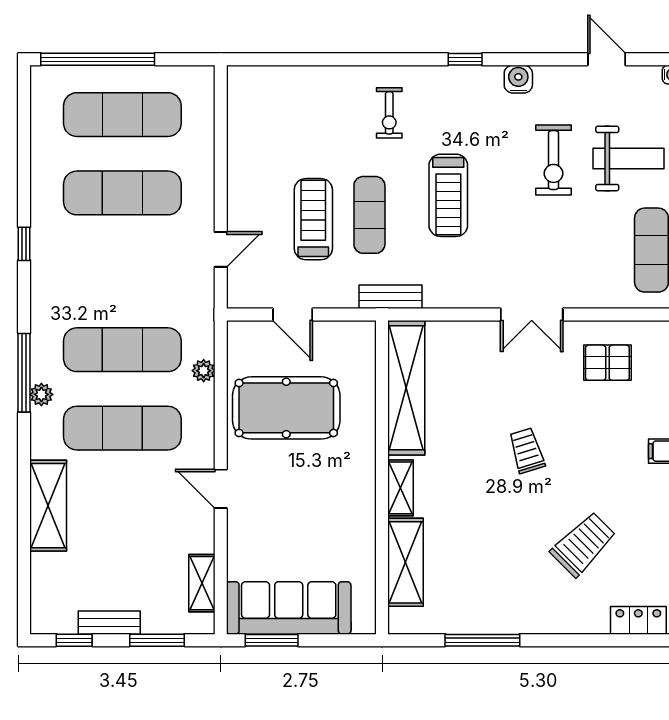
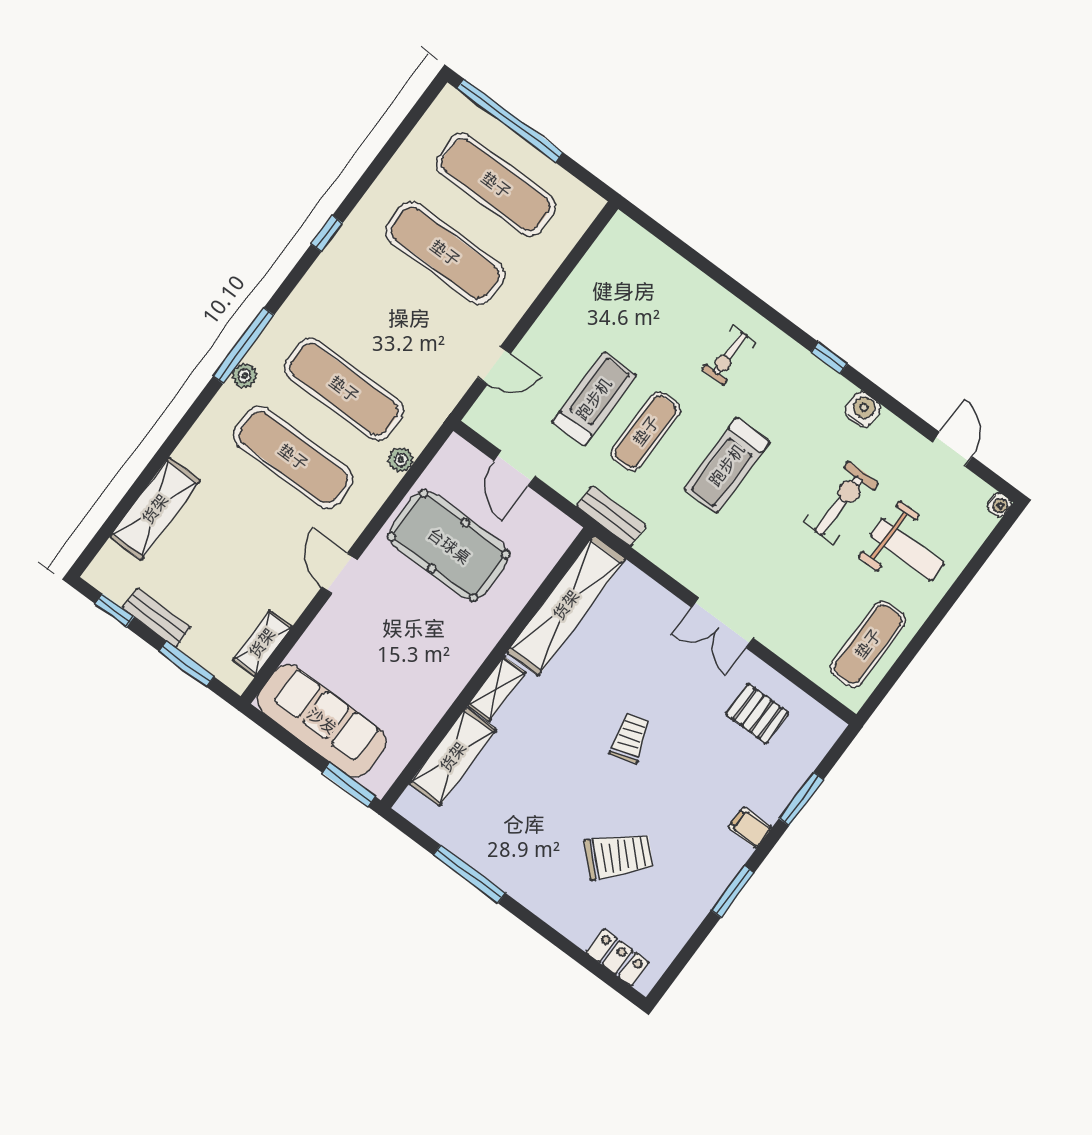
exercise bike: (554, 160) -> (841, 503), turned 180
shelving: (48, 506) -> (155, 509), moved
window: (272, 640) -> (349, 785), moved

